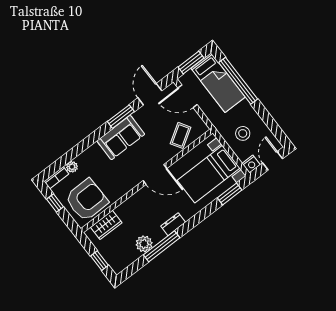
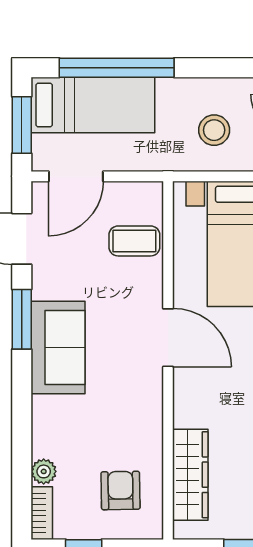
coffee table: (181, 135) -> (134, 241), turned -58
door: (155, 174) -> (168, 338), hinge flipped
armchair: (86, 200) -> (120, 491), width x0.53, depth x0.53
wardrobe: (106, 225) -> (190, 475), width x1.50

